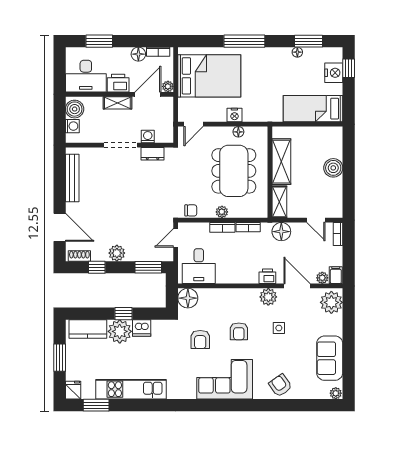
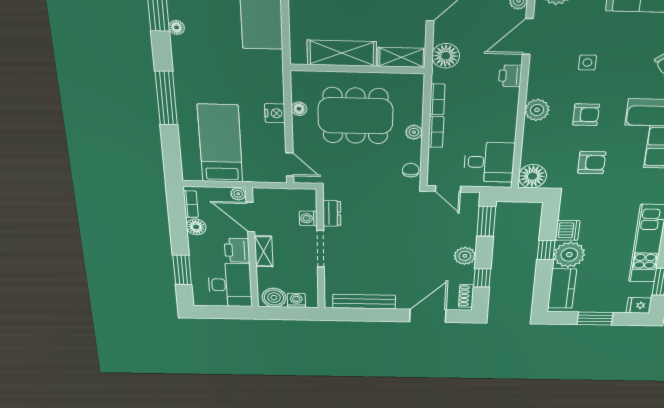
bed: (209, 76) -> (220, 144), width x0.67
plant: (268, 297) -> (537, 110), moved

